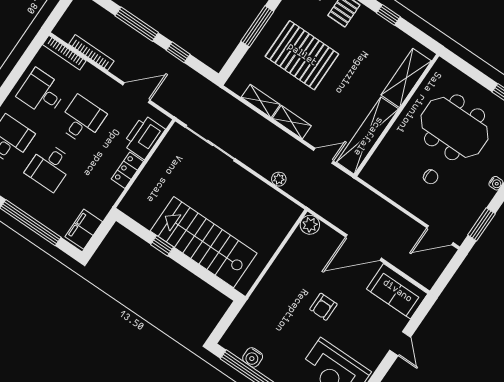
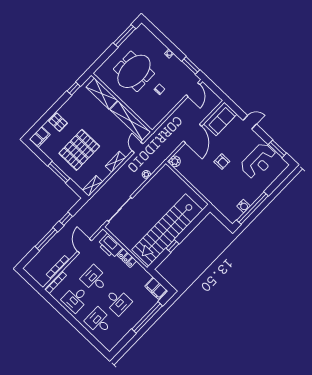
window: (388, 15) -> (74, 89), moved
shelving: (261, 101) -> (92, 186), moved
stairs: (204, 242) -> (167, 230), width x1.36

